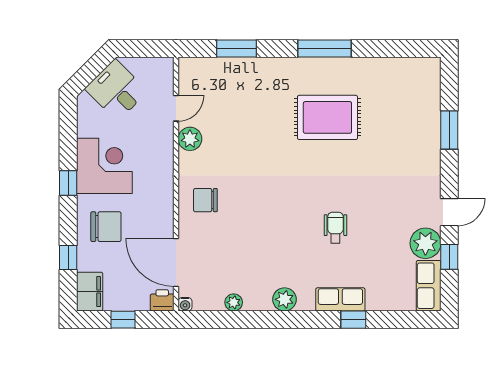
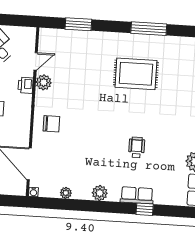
window: (325, 48) -> (149, 29), moved
chair: (205, 200) -> (51, 124), turned 180
printer: (162, 300) -> (26, 85), moved, turned -90

